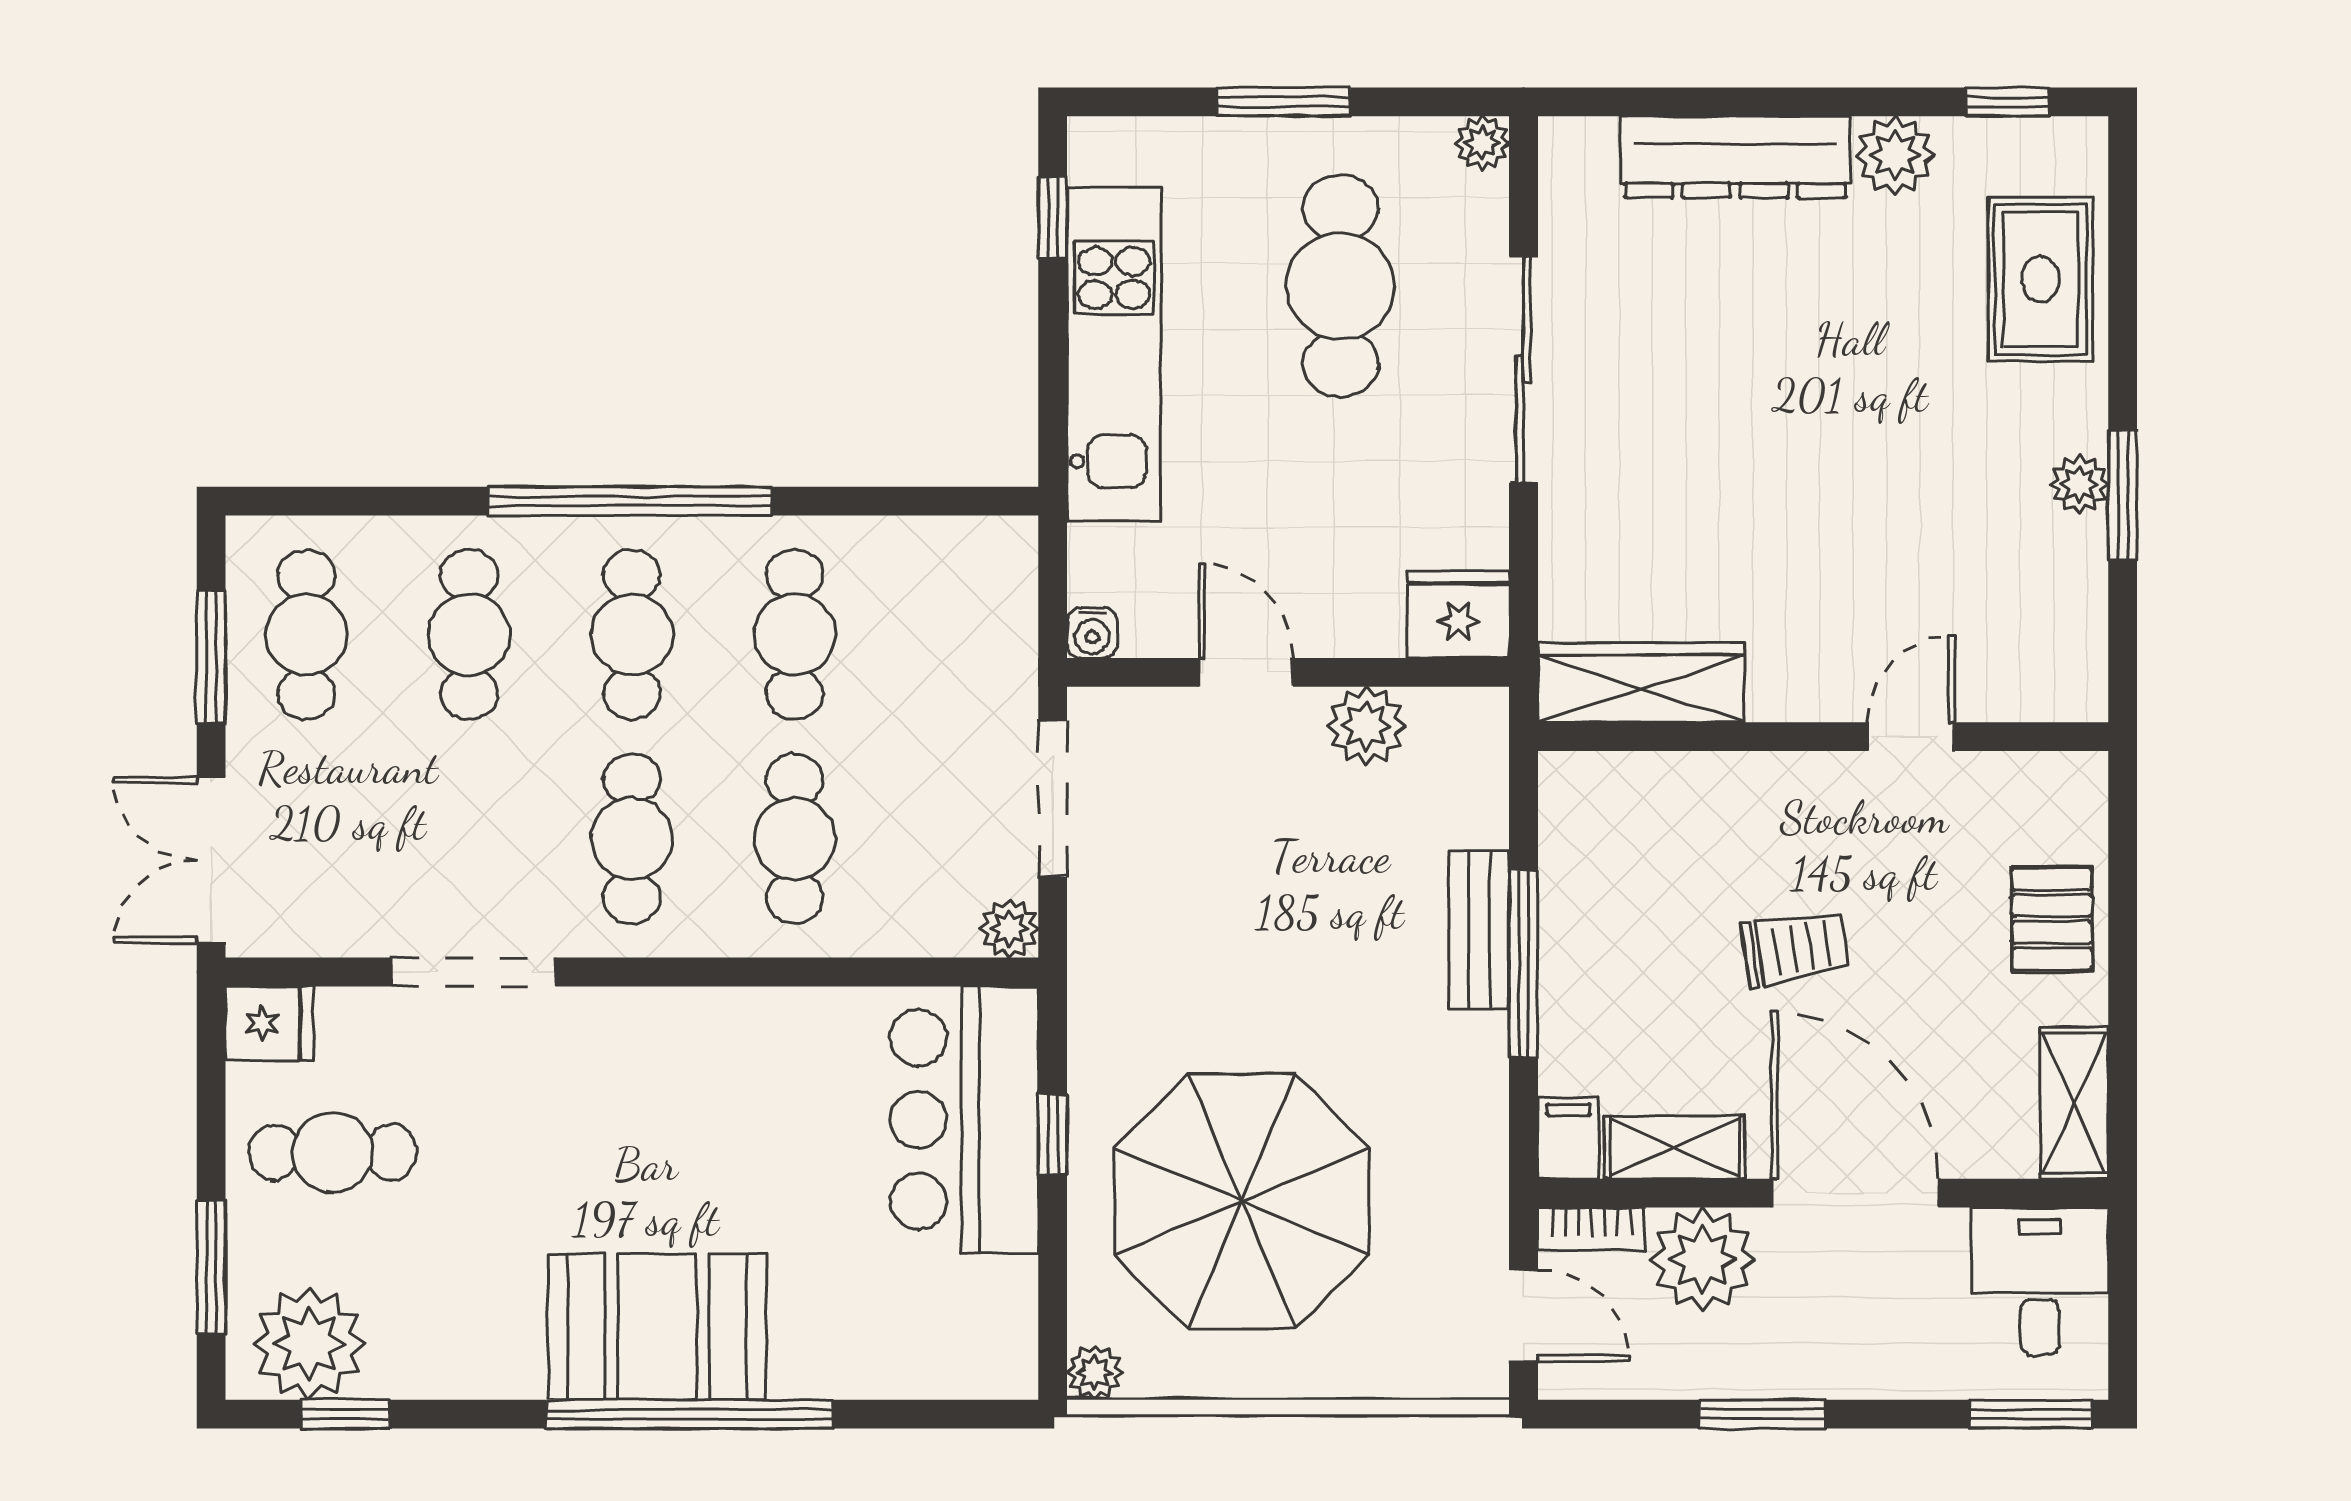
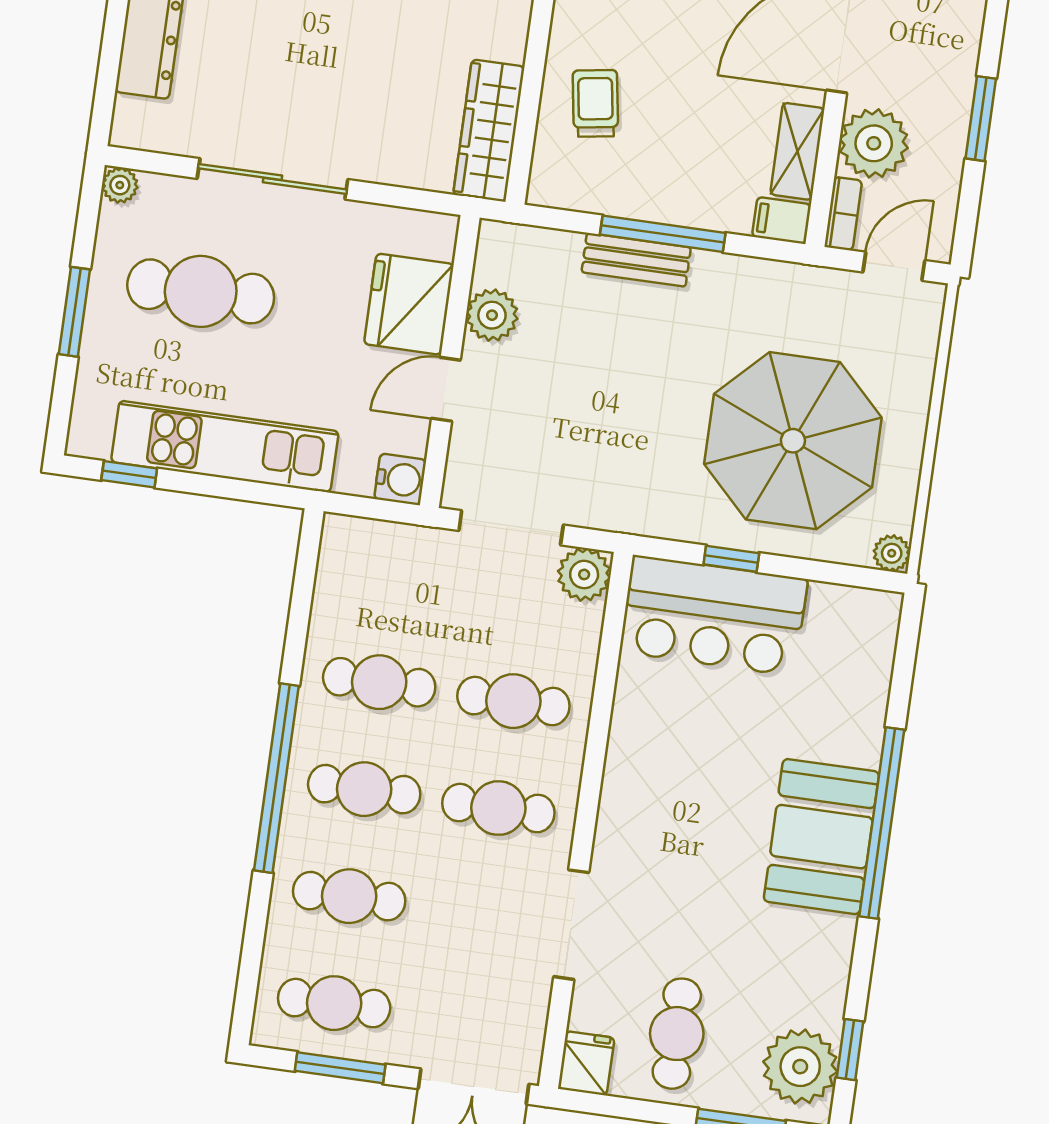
fridge: (1458, 614) -> (409, 304), moved, width x1.36, depth x1.34
water cooler: (1092, 633) -> (400, 479), width x1.38, depth x1.38
plant: (1009, 929) -> (584, 574), width x1.38, depth x1.38
trolley: (1795, 948) -> (595, 103), moved

